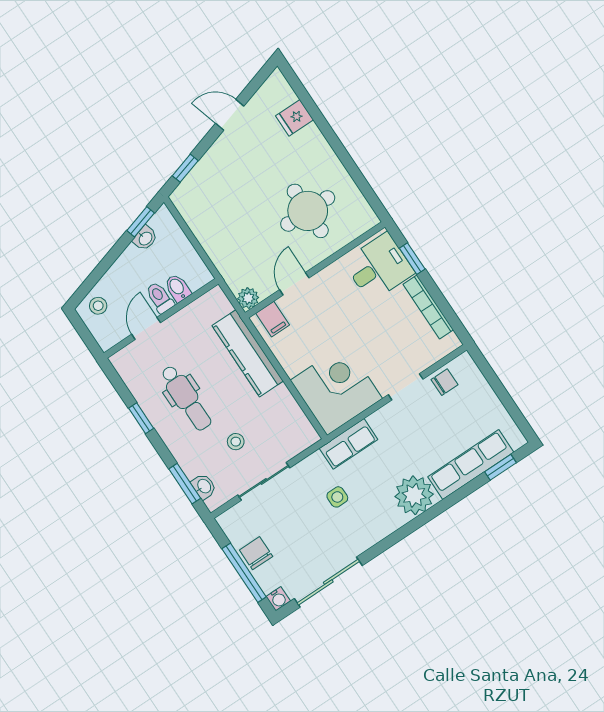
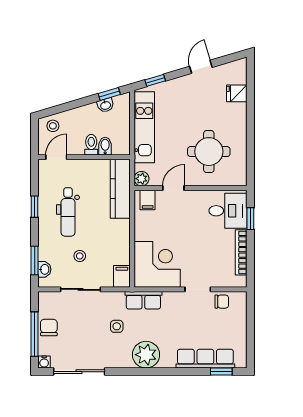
door: (230, 115) -> (201, 67), hinge flipped
kitchen unit: (210, 234) -> (144, 127), added
door: (146, 328) -> (56, 157), moved
kitchen counter: (248, 353) -> (120, 189), moved
filing cabinet: (303, 432) -> (122, 276), added
plant: (414, 495) -> (146, 355), moved

